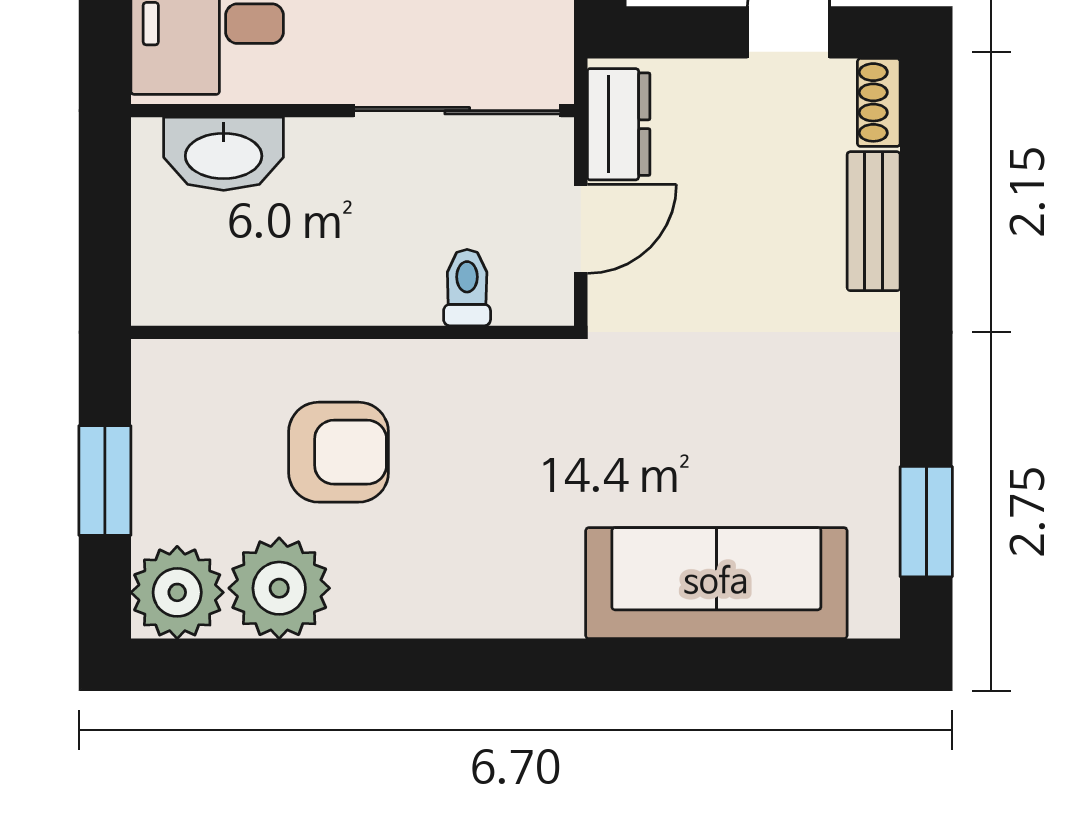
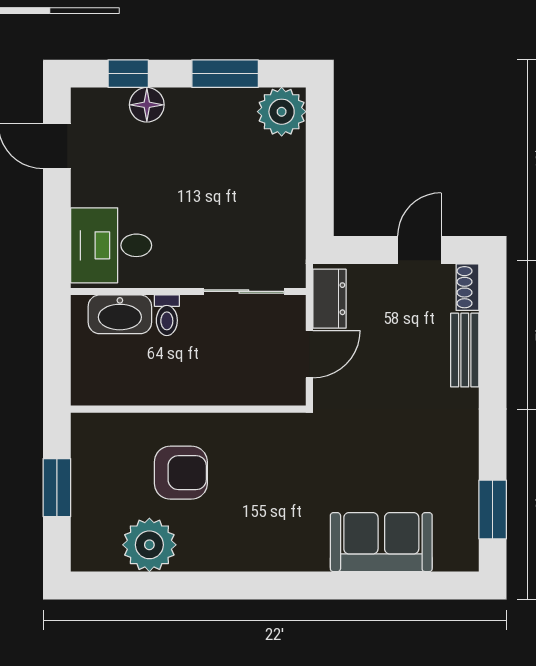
sliding door: (457, 111) -> (244, 291), width x0.73
toilet: (467, 288) -> (167, 315), moved, turned 180
sofa: (716, 583) -> (381, 542), width x0.73
plant: (177, 592) -> (95, 547), removed

